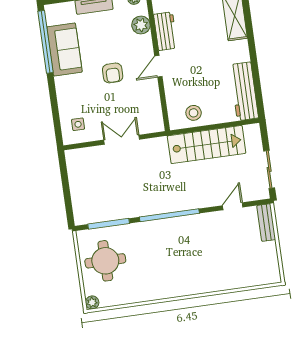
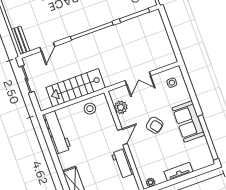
plant: (141, 25) -> (121, 107), moved
sofa: (64, 49) -> (188, 122), moved
armchair: (113, 73) -> (155, 125), turned 142

